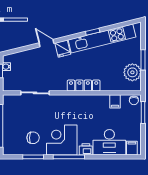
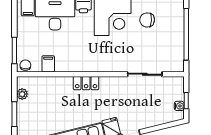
plant: (132, 72) -> (22, 94), width x0.53, depth x0.53
locker: (84, 86) -> (86, 83), width x0.66

